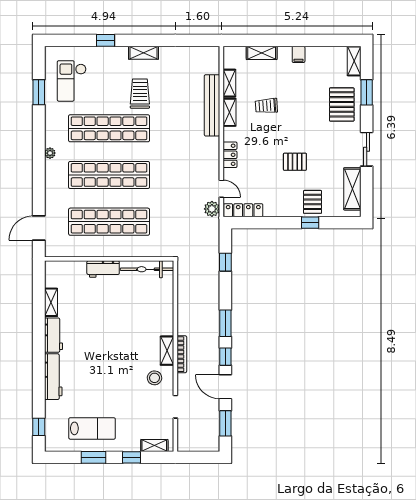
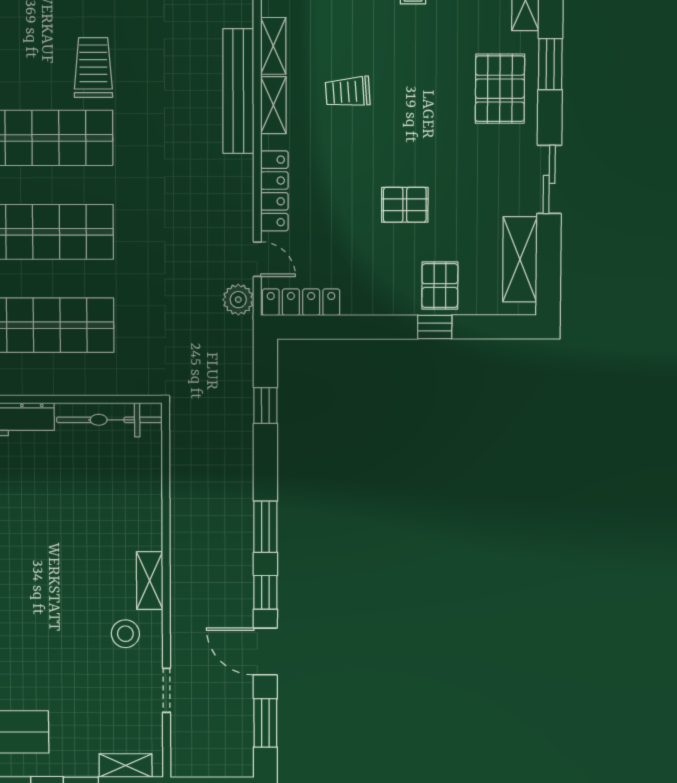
locker: (230, 155) -> (274, 191), width x1.53
bookcase: (182, 354) -> (179, 588), removed

